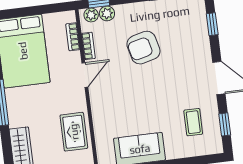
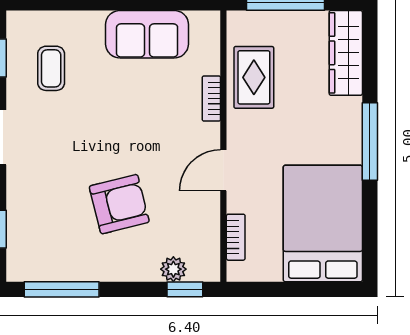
plant: (91, 15) -> (200, 270), removed
bookcase: (88, 46) -> (211, 99), moved

